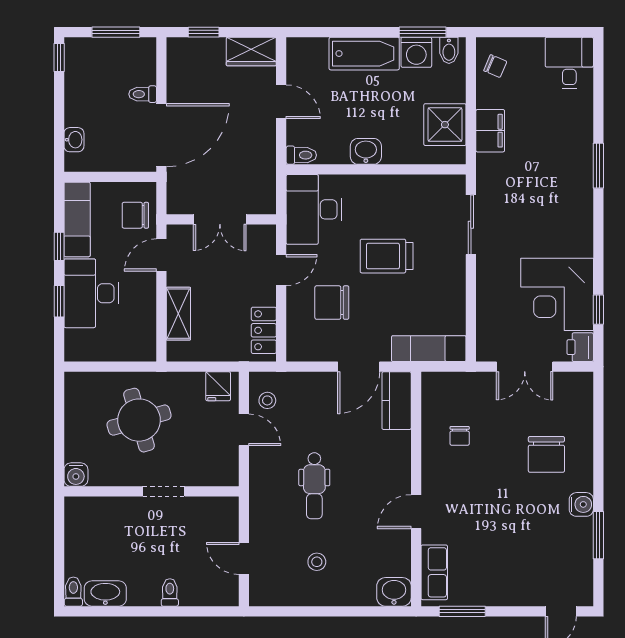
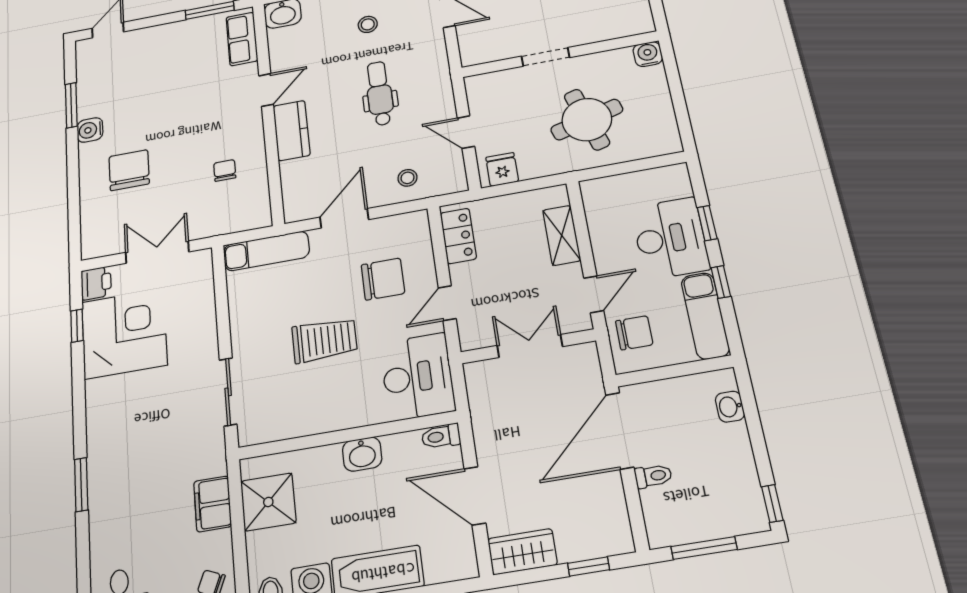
door: (281, 102) -> (475, 496), width x1.37
stool: (267, 400) -> (408, 178), moved
kitchen counter: (397, 401) -> (292, 131), moved

